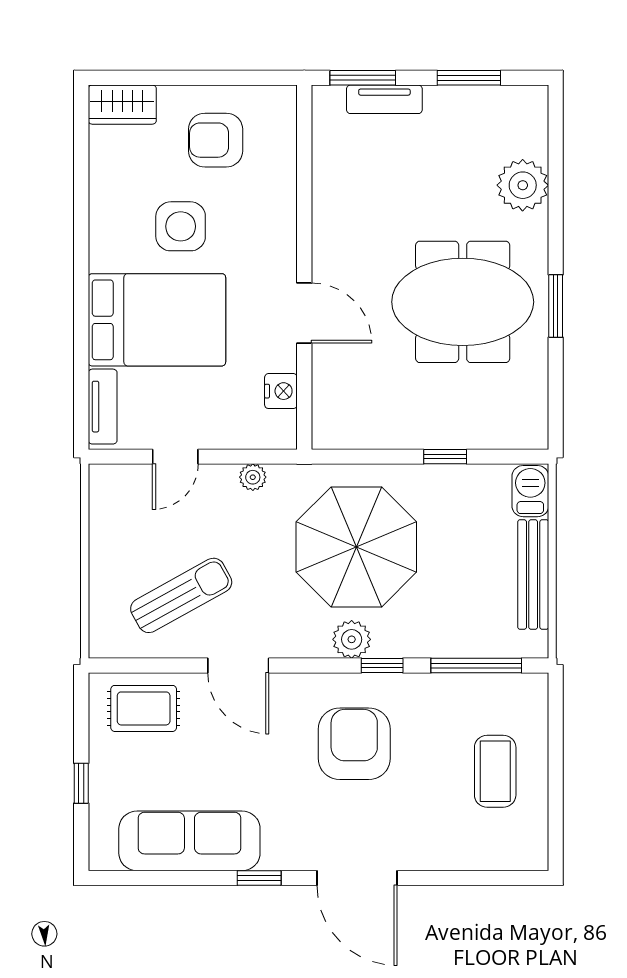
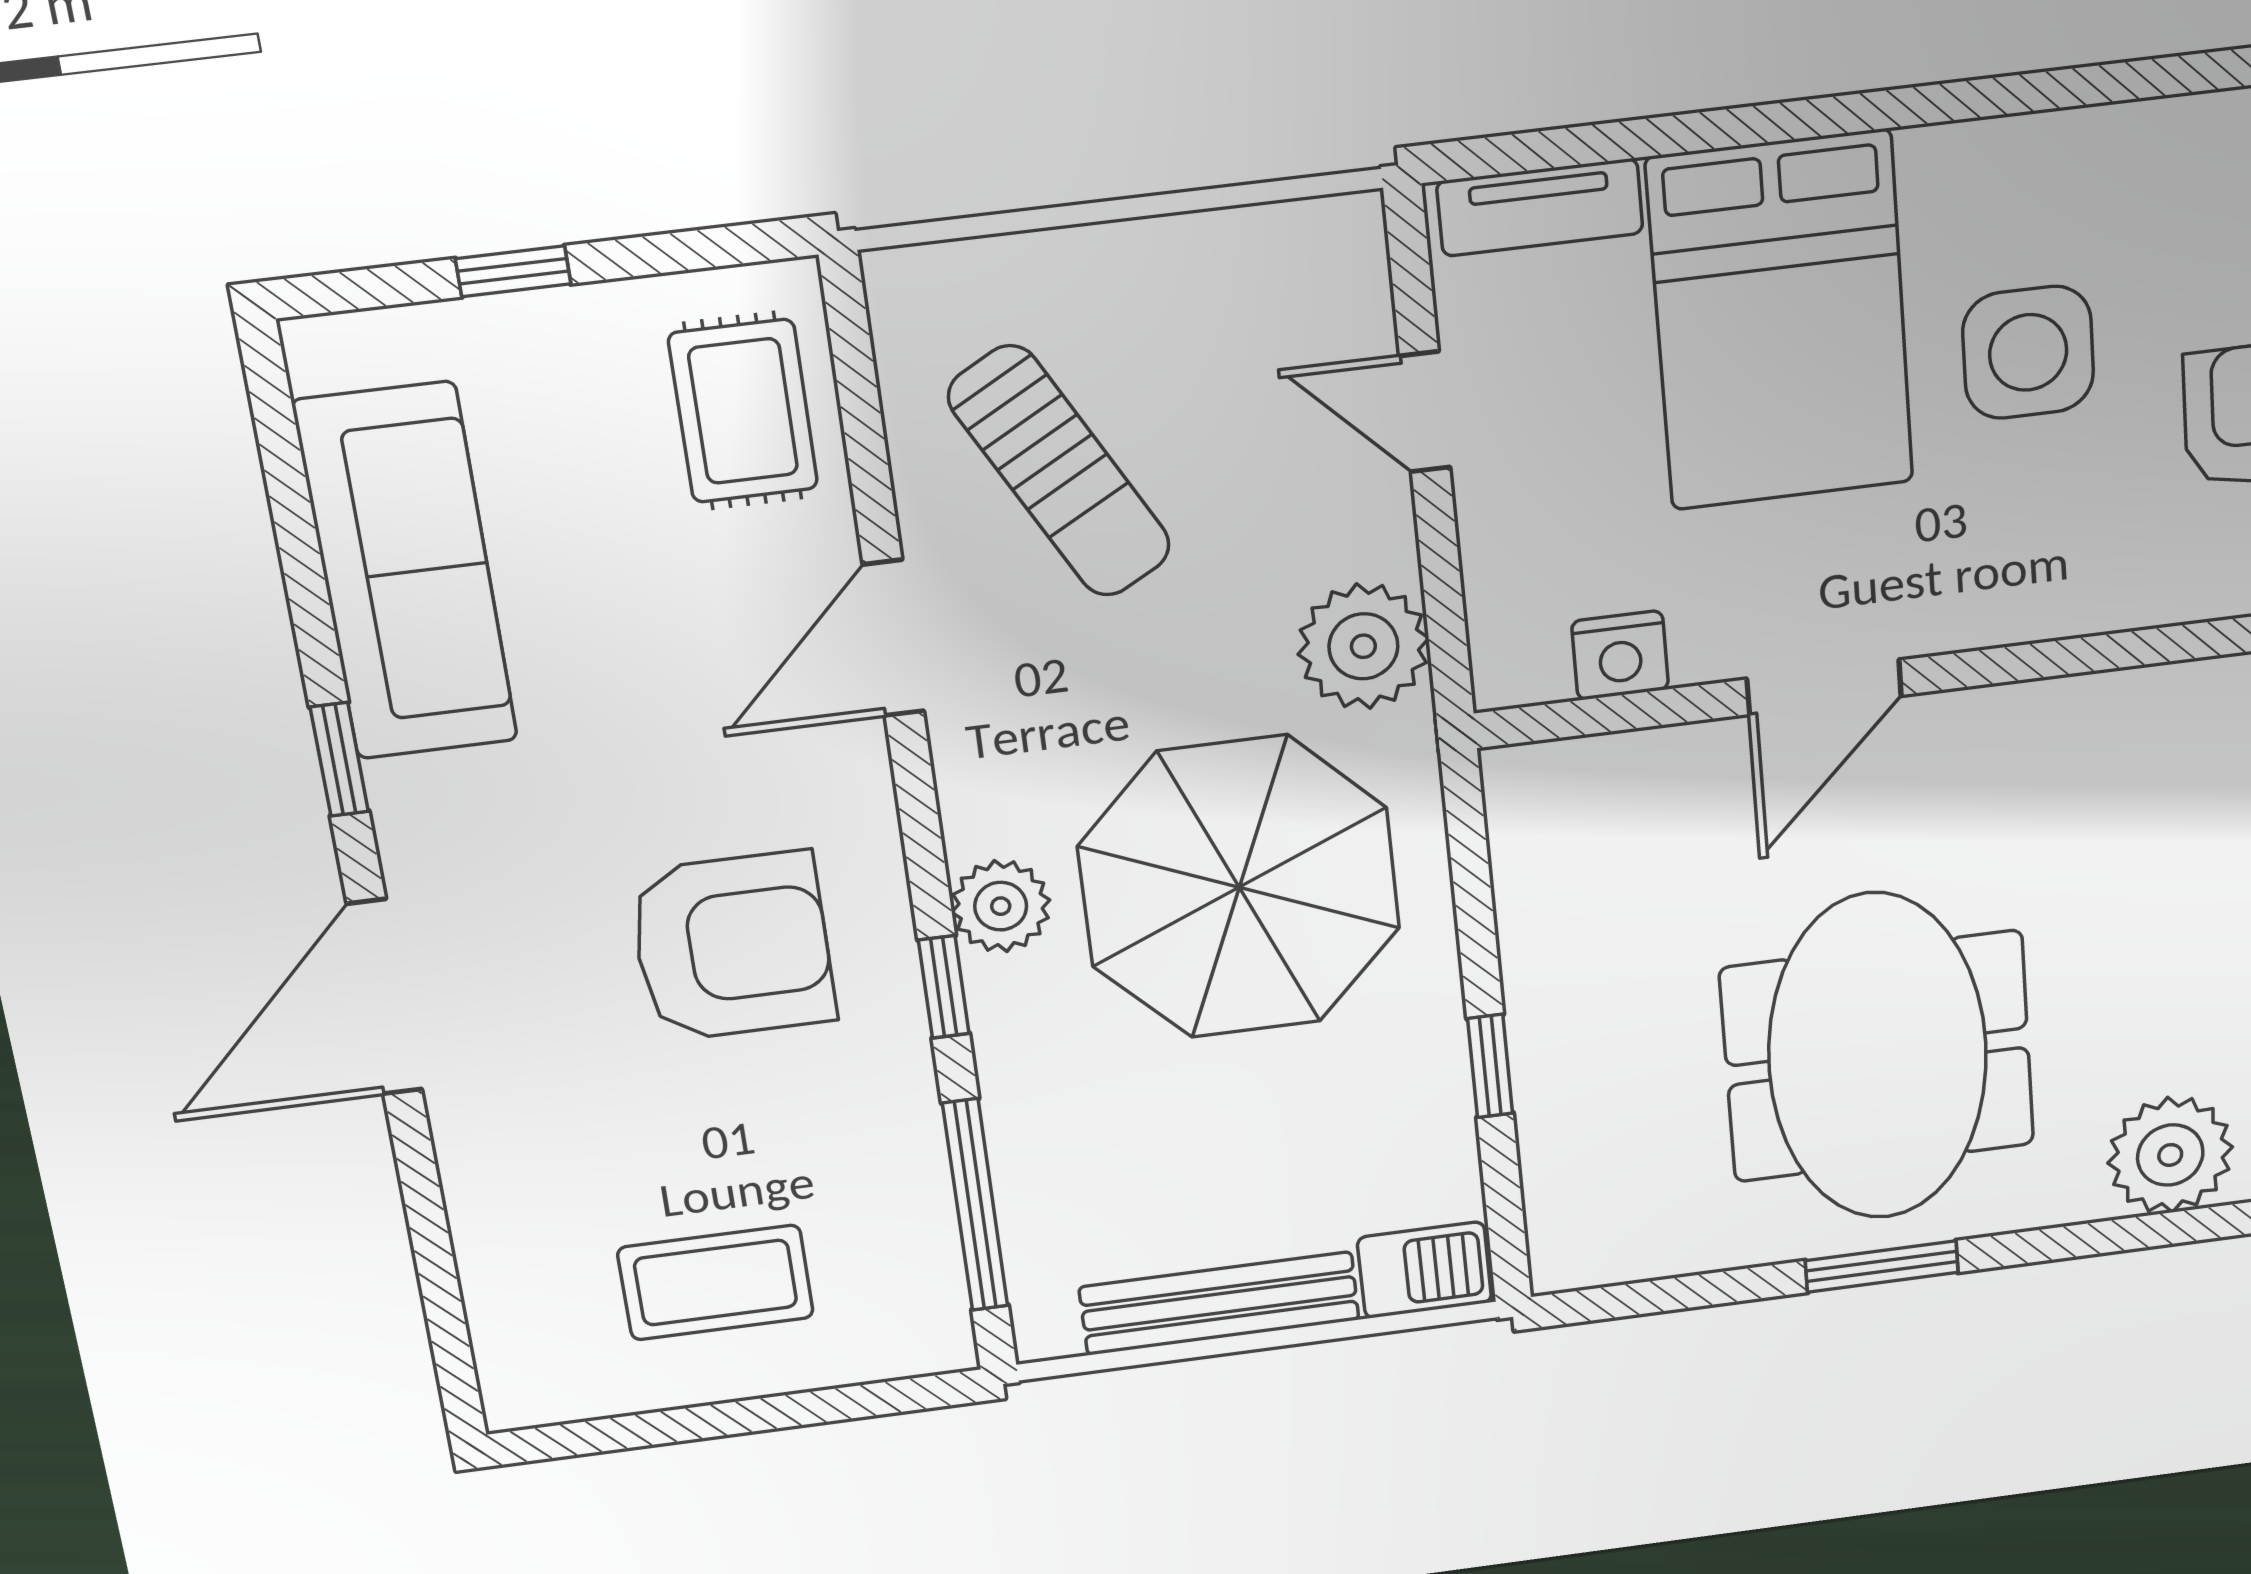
plant: (253, 477) -> (1363, 646), width x1.88, depth x1.88

